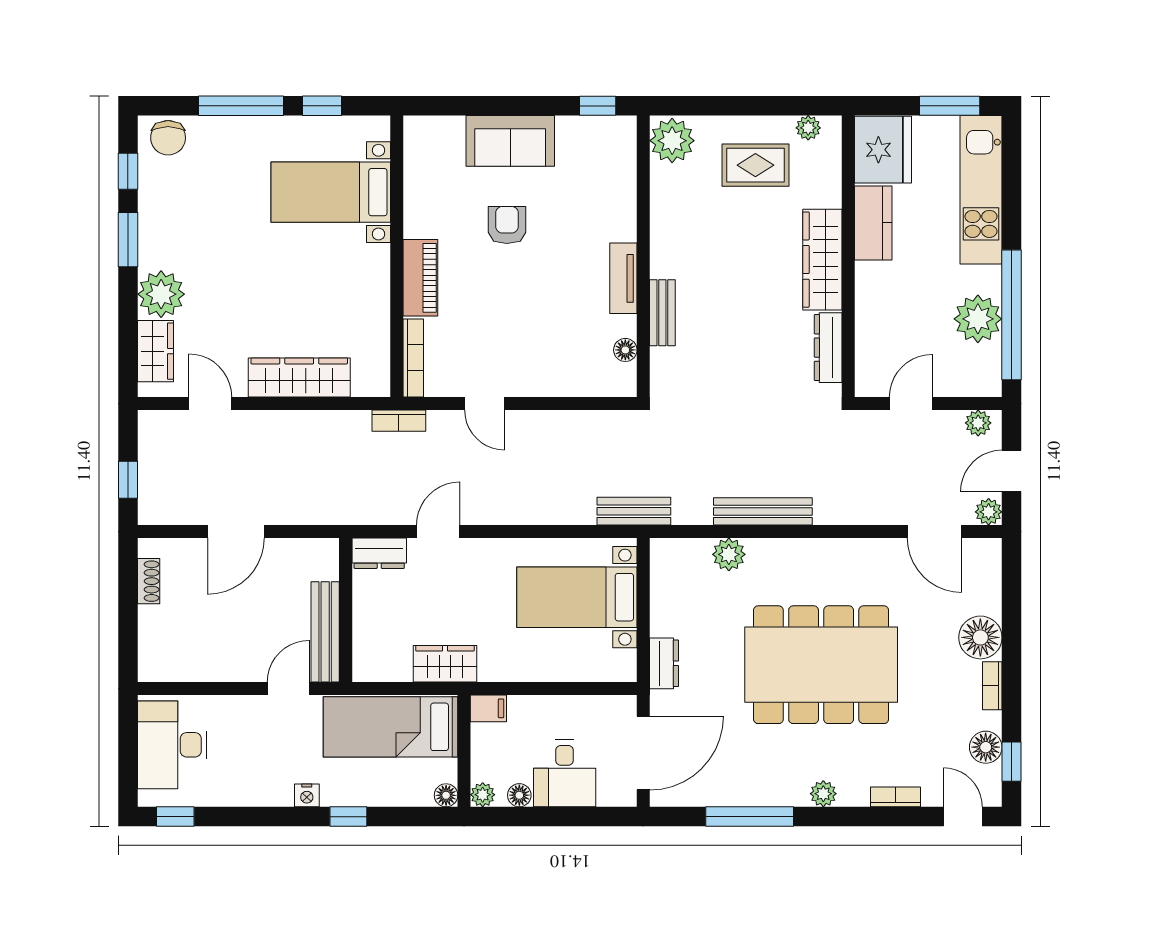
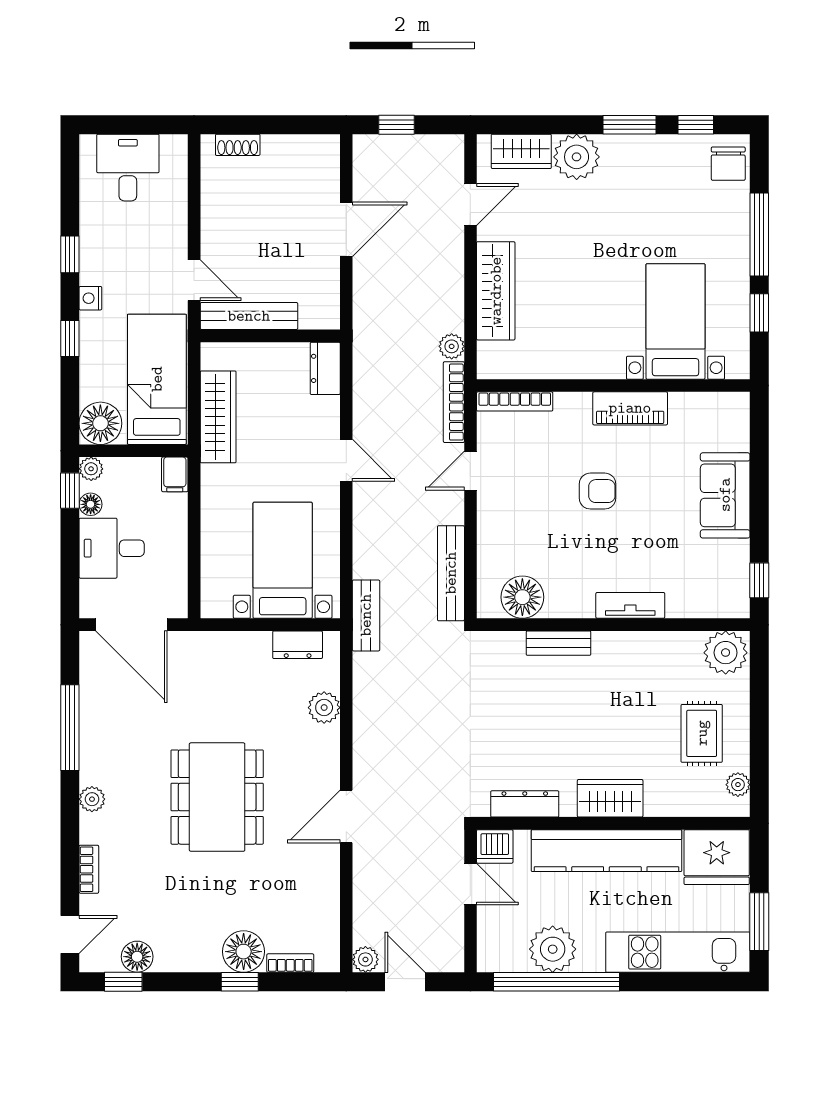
chair: (168, 138) -> (728, 164), turned -90
kitchen counter: (873, 223) -> (606, 851), width x2.08, depth x1.17
armchair: (507, 225) -> (598, 491), moved
wardrobe: (822, 260) -> (610, 798), width x0.67
piano: (420, 278) -> (630, 408), moved
tv unit: (623, 278) -> (630, 605), moved
floor lamp: (625, 350) -> (522, 597), width x1.89, depth x1.89
dishwasher: (872, 379) -> (495, 846), added
bookcase: (399, 421) -> (454, 402), width x1.56
plant: (978, 423) -> (452, 346), moved
bench: (763, 511) -> (451, 573), moved
door: (236, 532) -> (346, 229), swing flipped
door: (438, 532) -> (346, 460), moved
door: (934, 532) -> (346, 816), moved
shoe rack: (149, 581) -> (238, 145), moved
window: (1012, 641) -> (240, 982), added
dresser: (664, 663) -> (298, 645), moved
wardrobe: (445, 664) -> (218, 417), width x1.50
dining table: (821, 665) -> (217, 797), width x0.73, depth x0.80
bookcase: (992, 686) -> (290, 963), moved
desk: (172, 745) -> (128, 168), width x0.73
floor lamp: (446, 795) -> (100, 423), width x1.89, depth x1.89
window: (175, 817) -> (70, 254), moved
window: (505, 817) -> (70, 491), added

